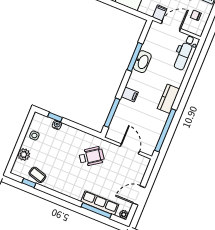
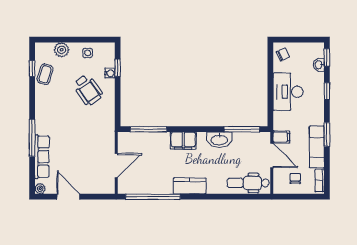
window: (135, 57) -> (242, 129), moved
filing cabinet: (130, 94) -> (183, 141), width x2.00
wheelchair: (92, 157) -> (88, 90), moved
window: (96, 210) -> (32, 138), moved

